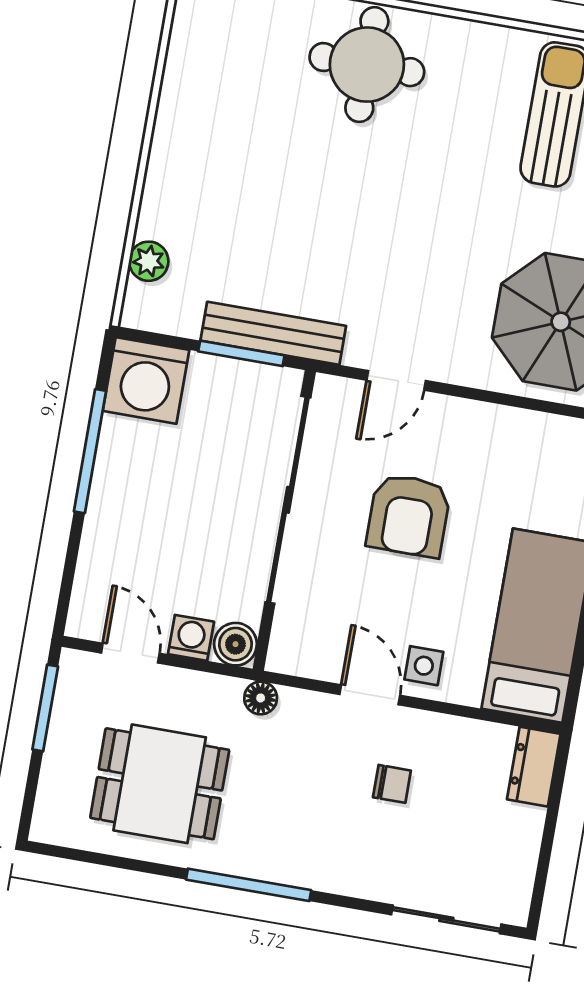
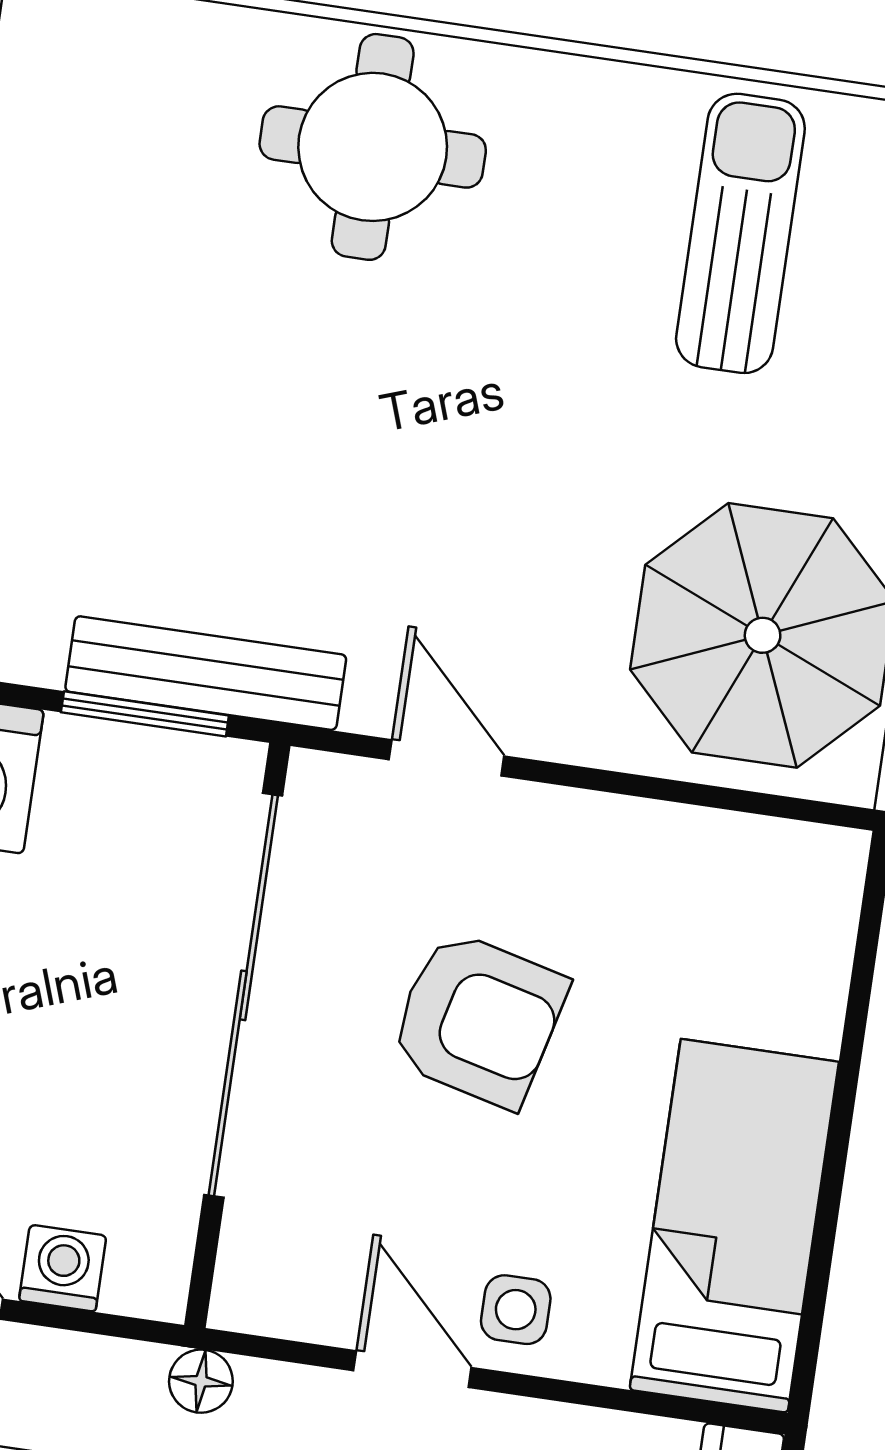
door: (396, 380) -> (447, 758), swing flipped
armchair: (409, 515) -> (478, 1019), turned -76
boiler: (235, 644) -> (149, 1278), removed

